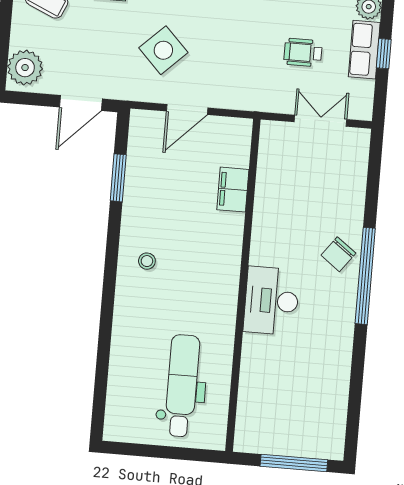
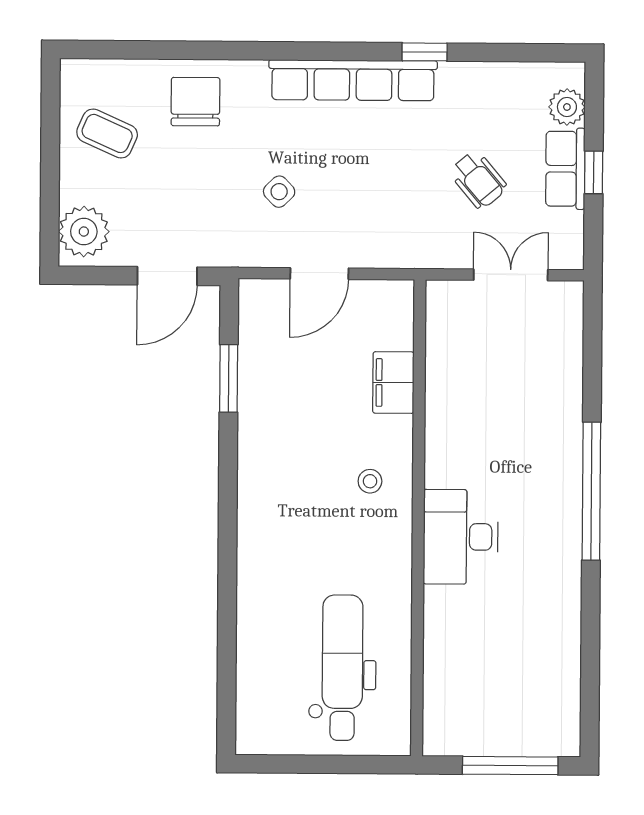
side table: (163, 50) -> (279, 192), width x0.54, depth x0.54
wheelchair: (303, 53) -> (478, 180), turned -130
chair: (338, 254) -> (551, 463), removed
stool: (147, 261) -> (370, 481), moved

